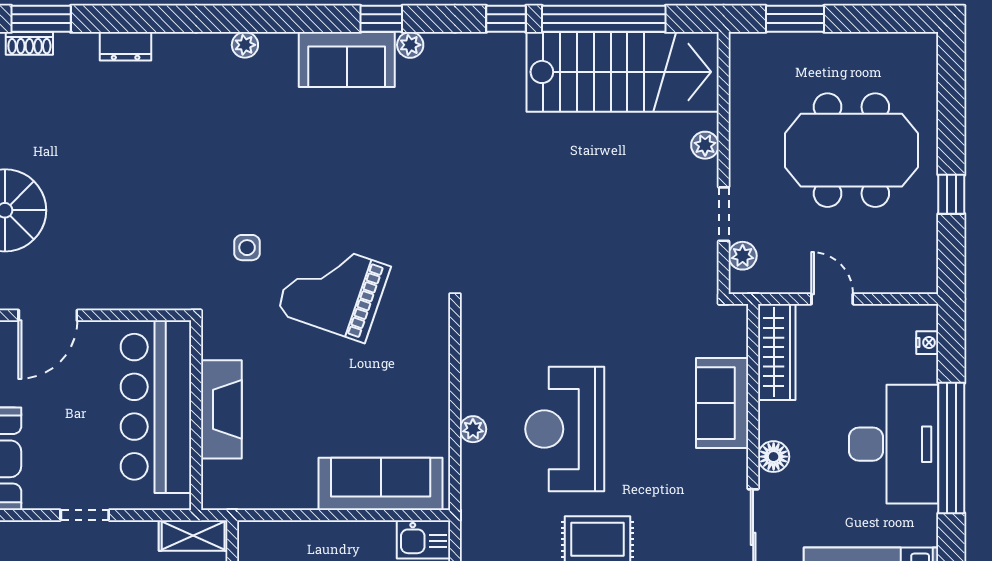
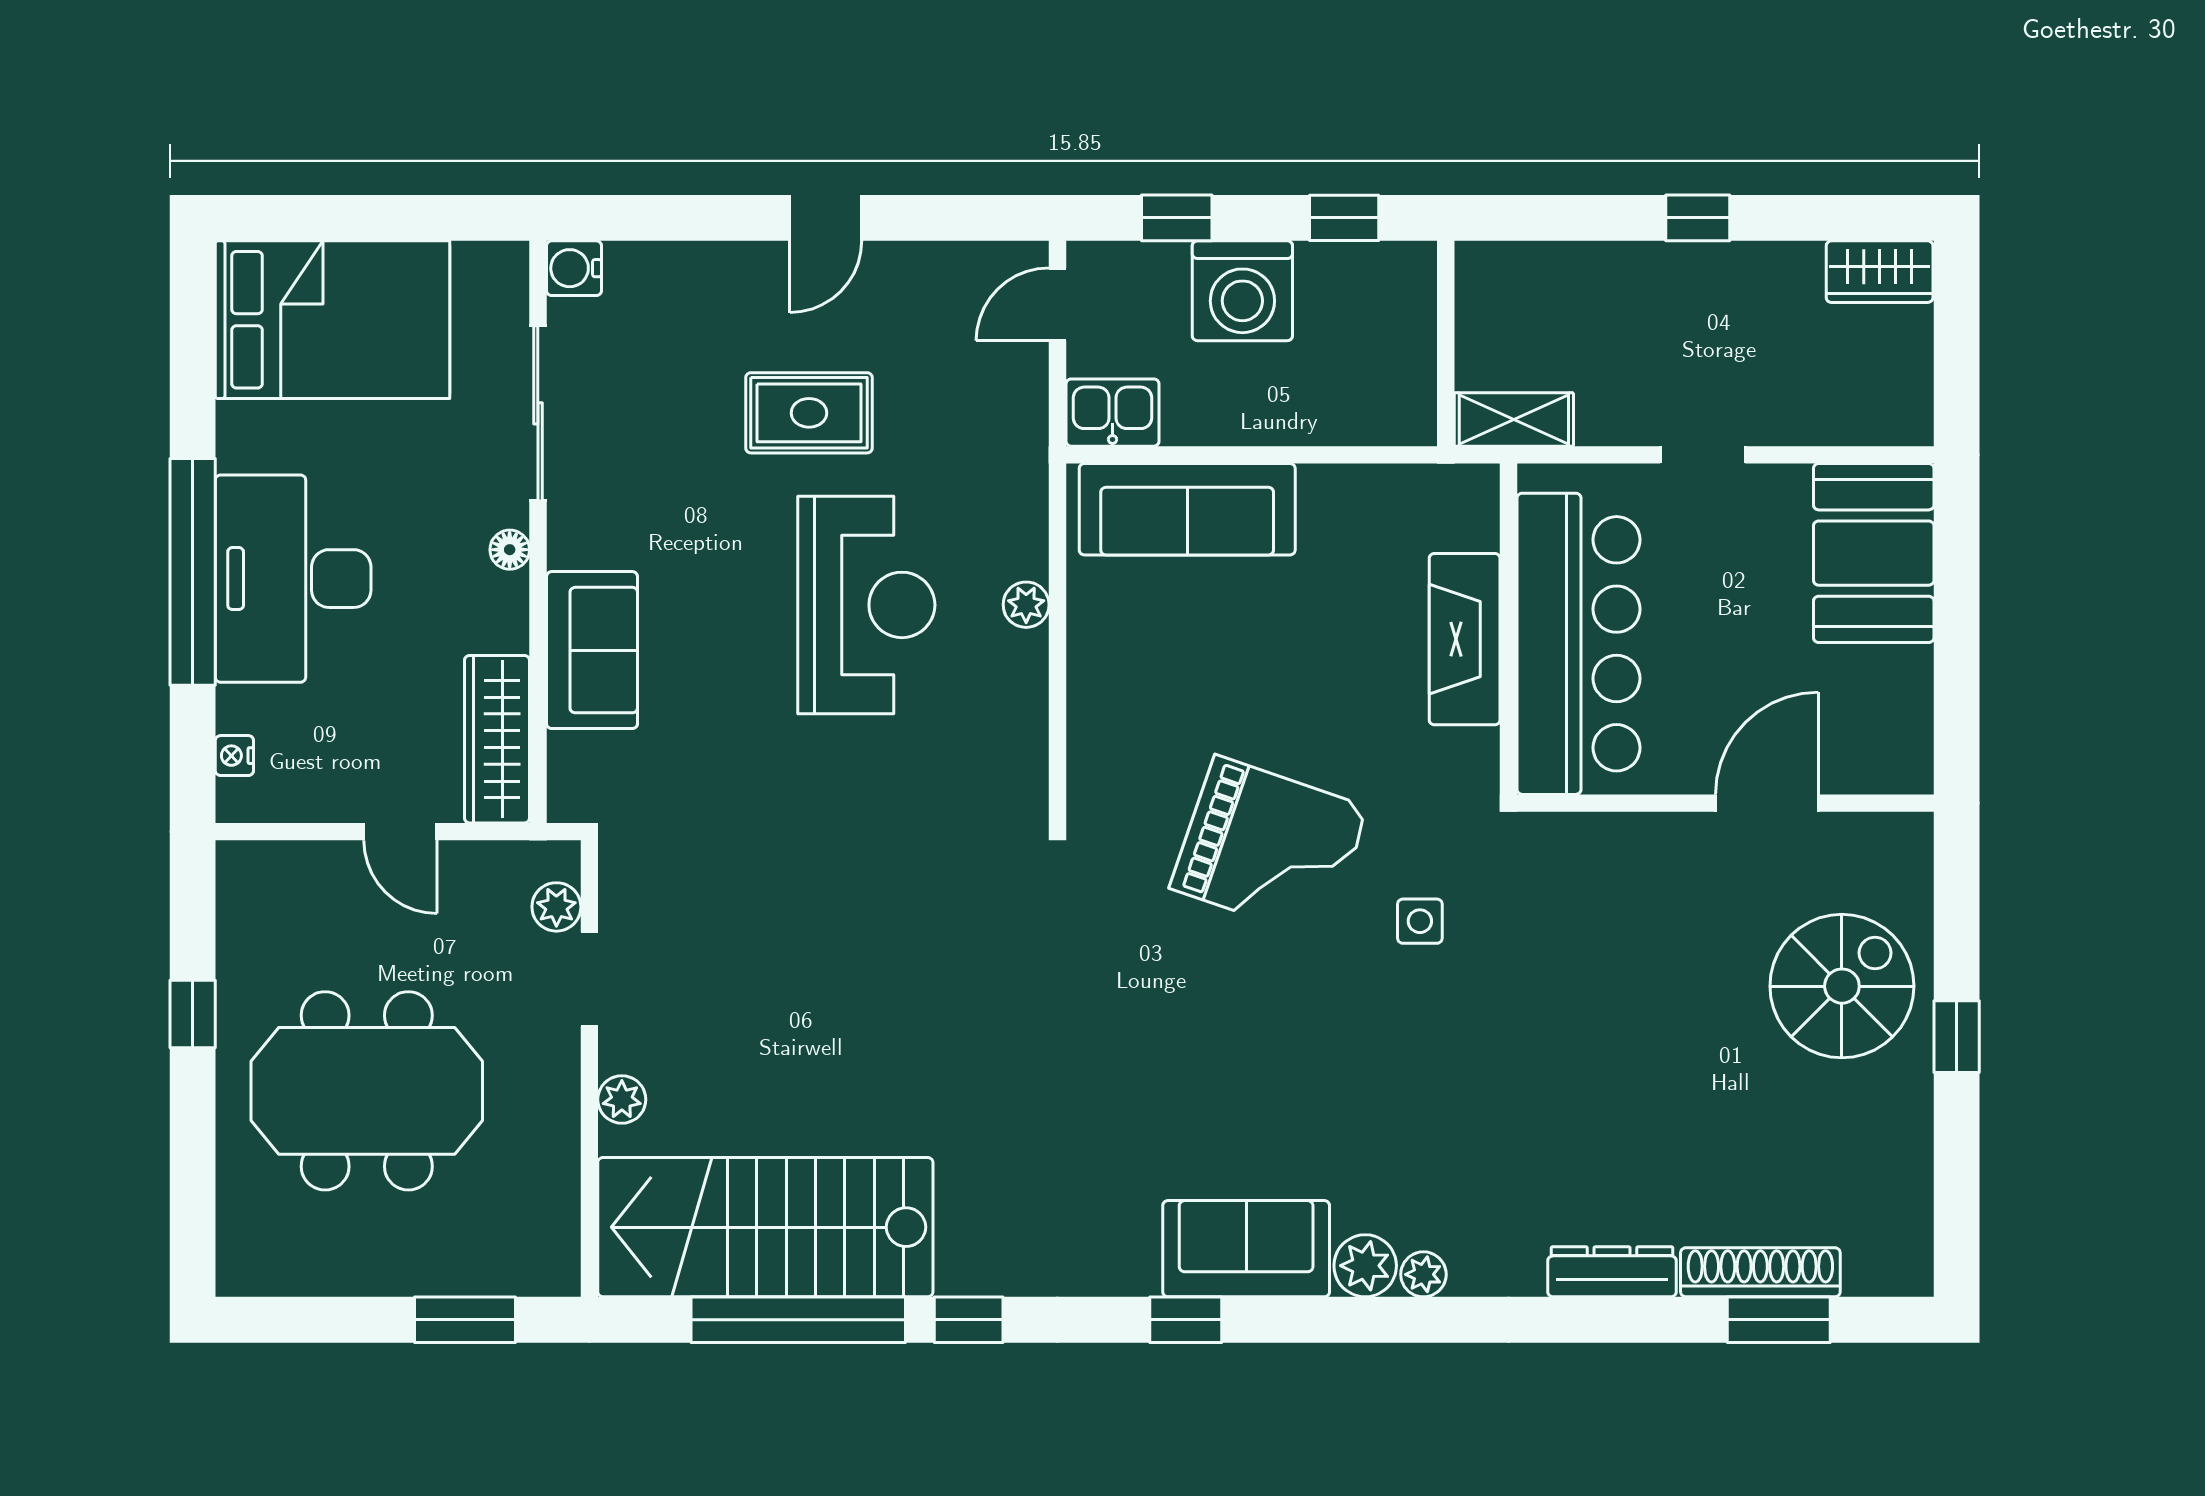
shoe rack: (29, 43) -> (1760, 1272), width x1.94, depth x1.24
plant: (410, 45) -> (1365, 1266), moved, width x1.38, depth x1.38
dresser: (126, 46) -> (1612, 1272), width x1.44
floor lamp: (774, 457) -> (510, 550), width x0.73, depth x0.73

